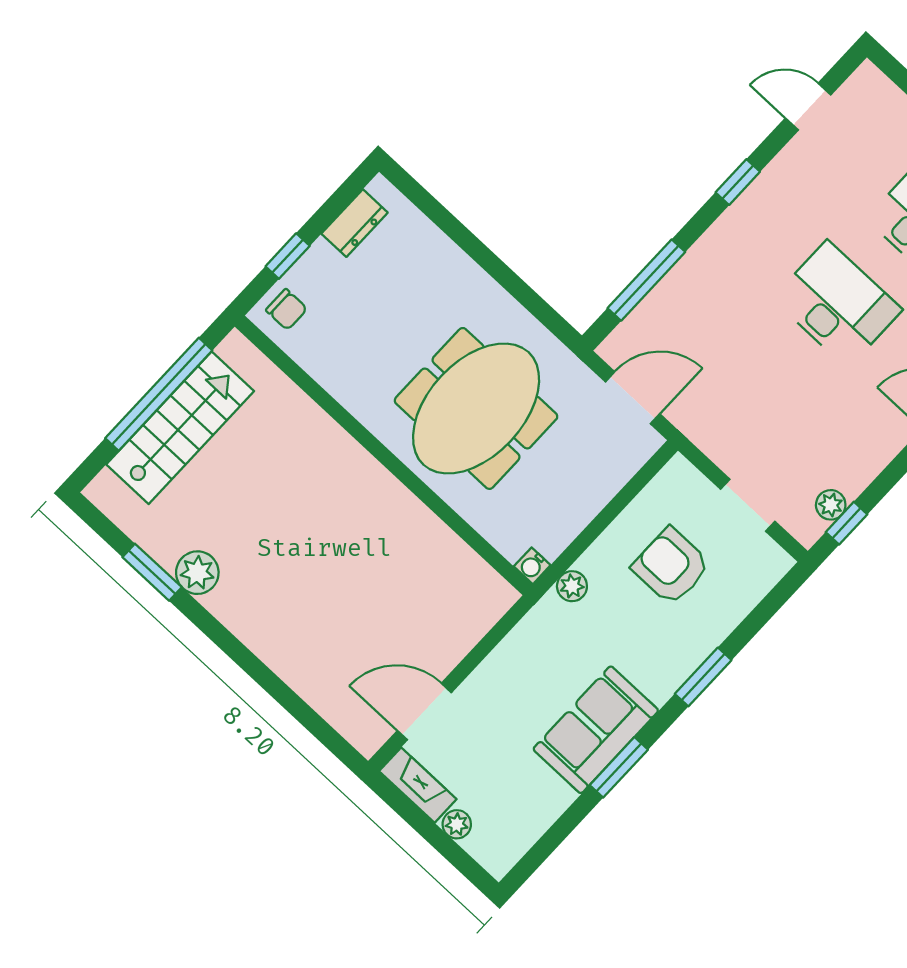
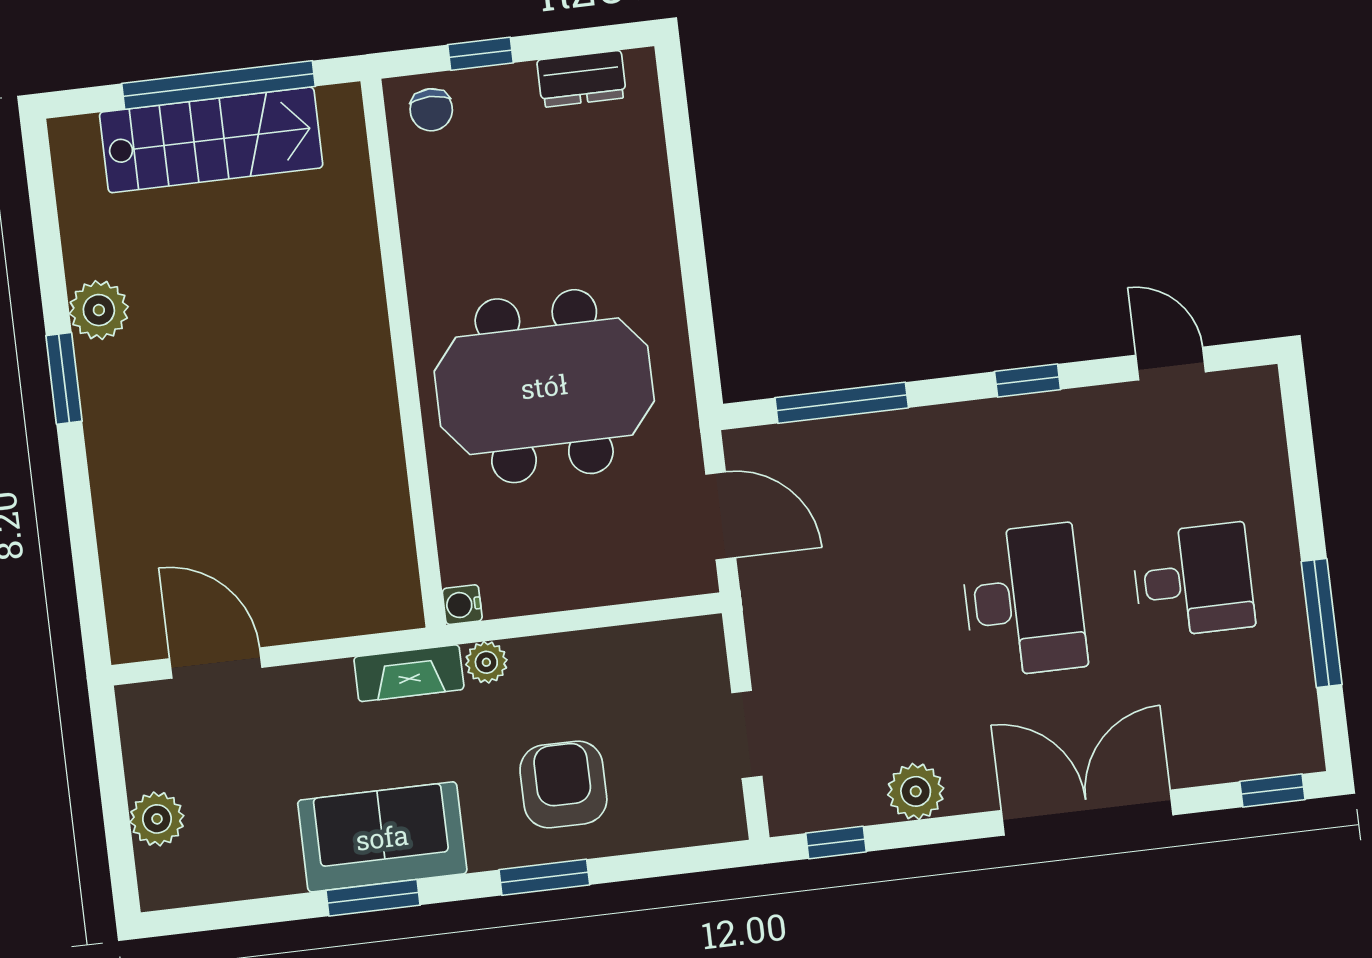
plant: (831, 505) -> (916, 791), moved, width x1.38, depth x1.38
armchair: (671, 566) -> (563, 784), moved
window: (152, 572) -> (64, 378), moved
fireplace: (418, 785) -> (409, 673), moved, turned 90
plant: (457, 824) -> (157, 819), width x1.38, depth x1.38

